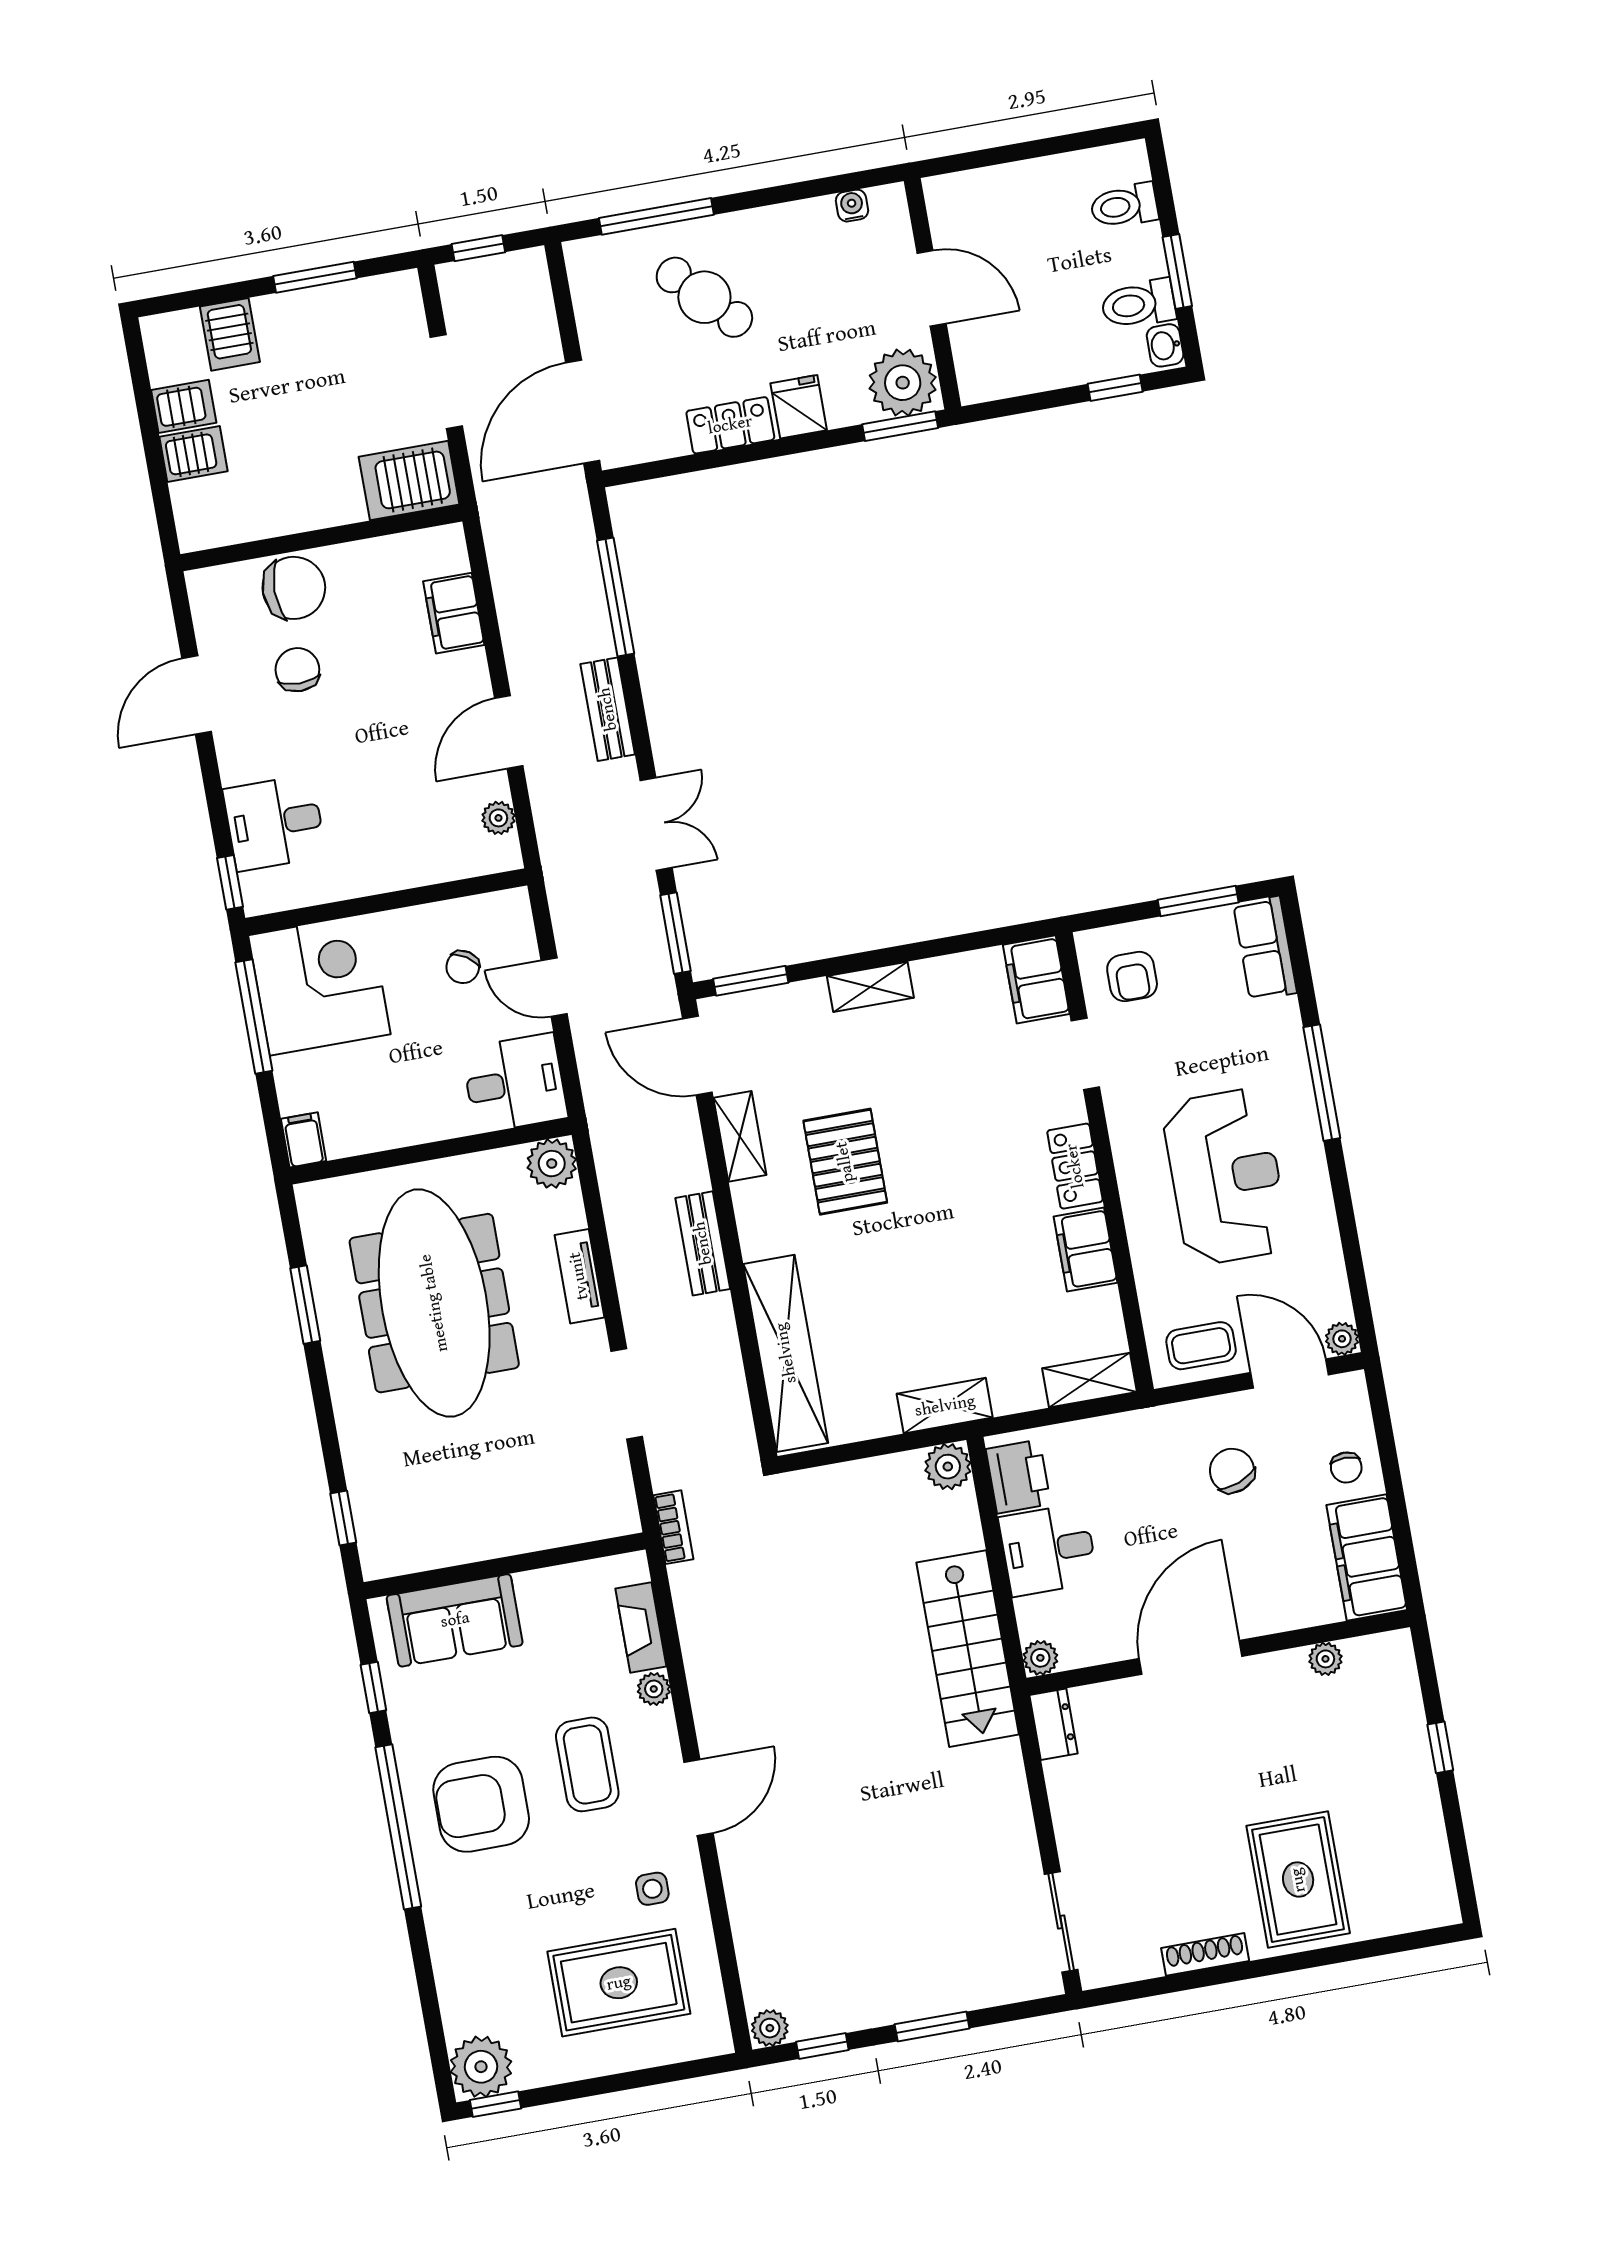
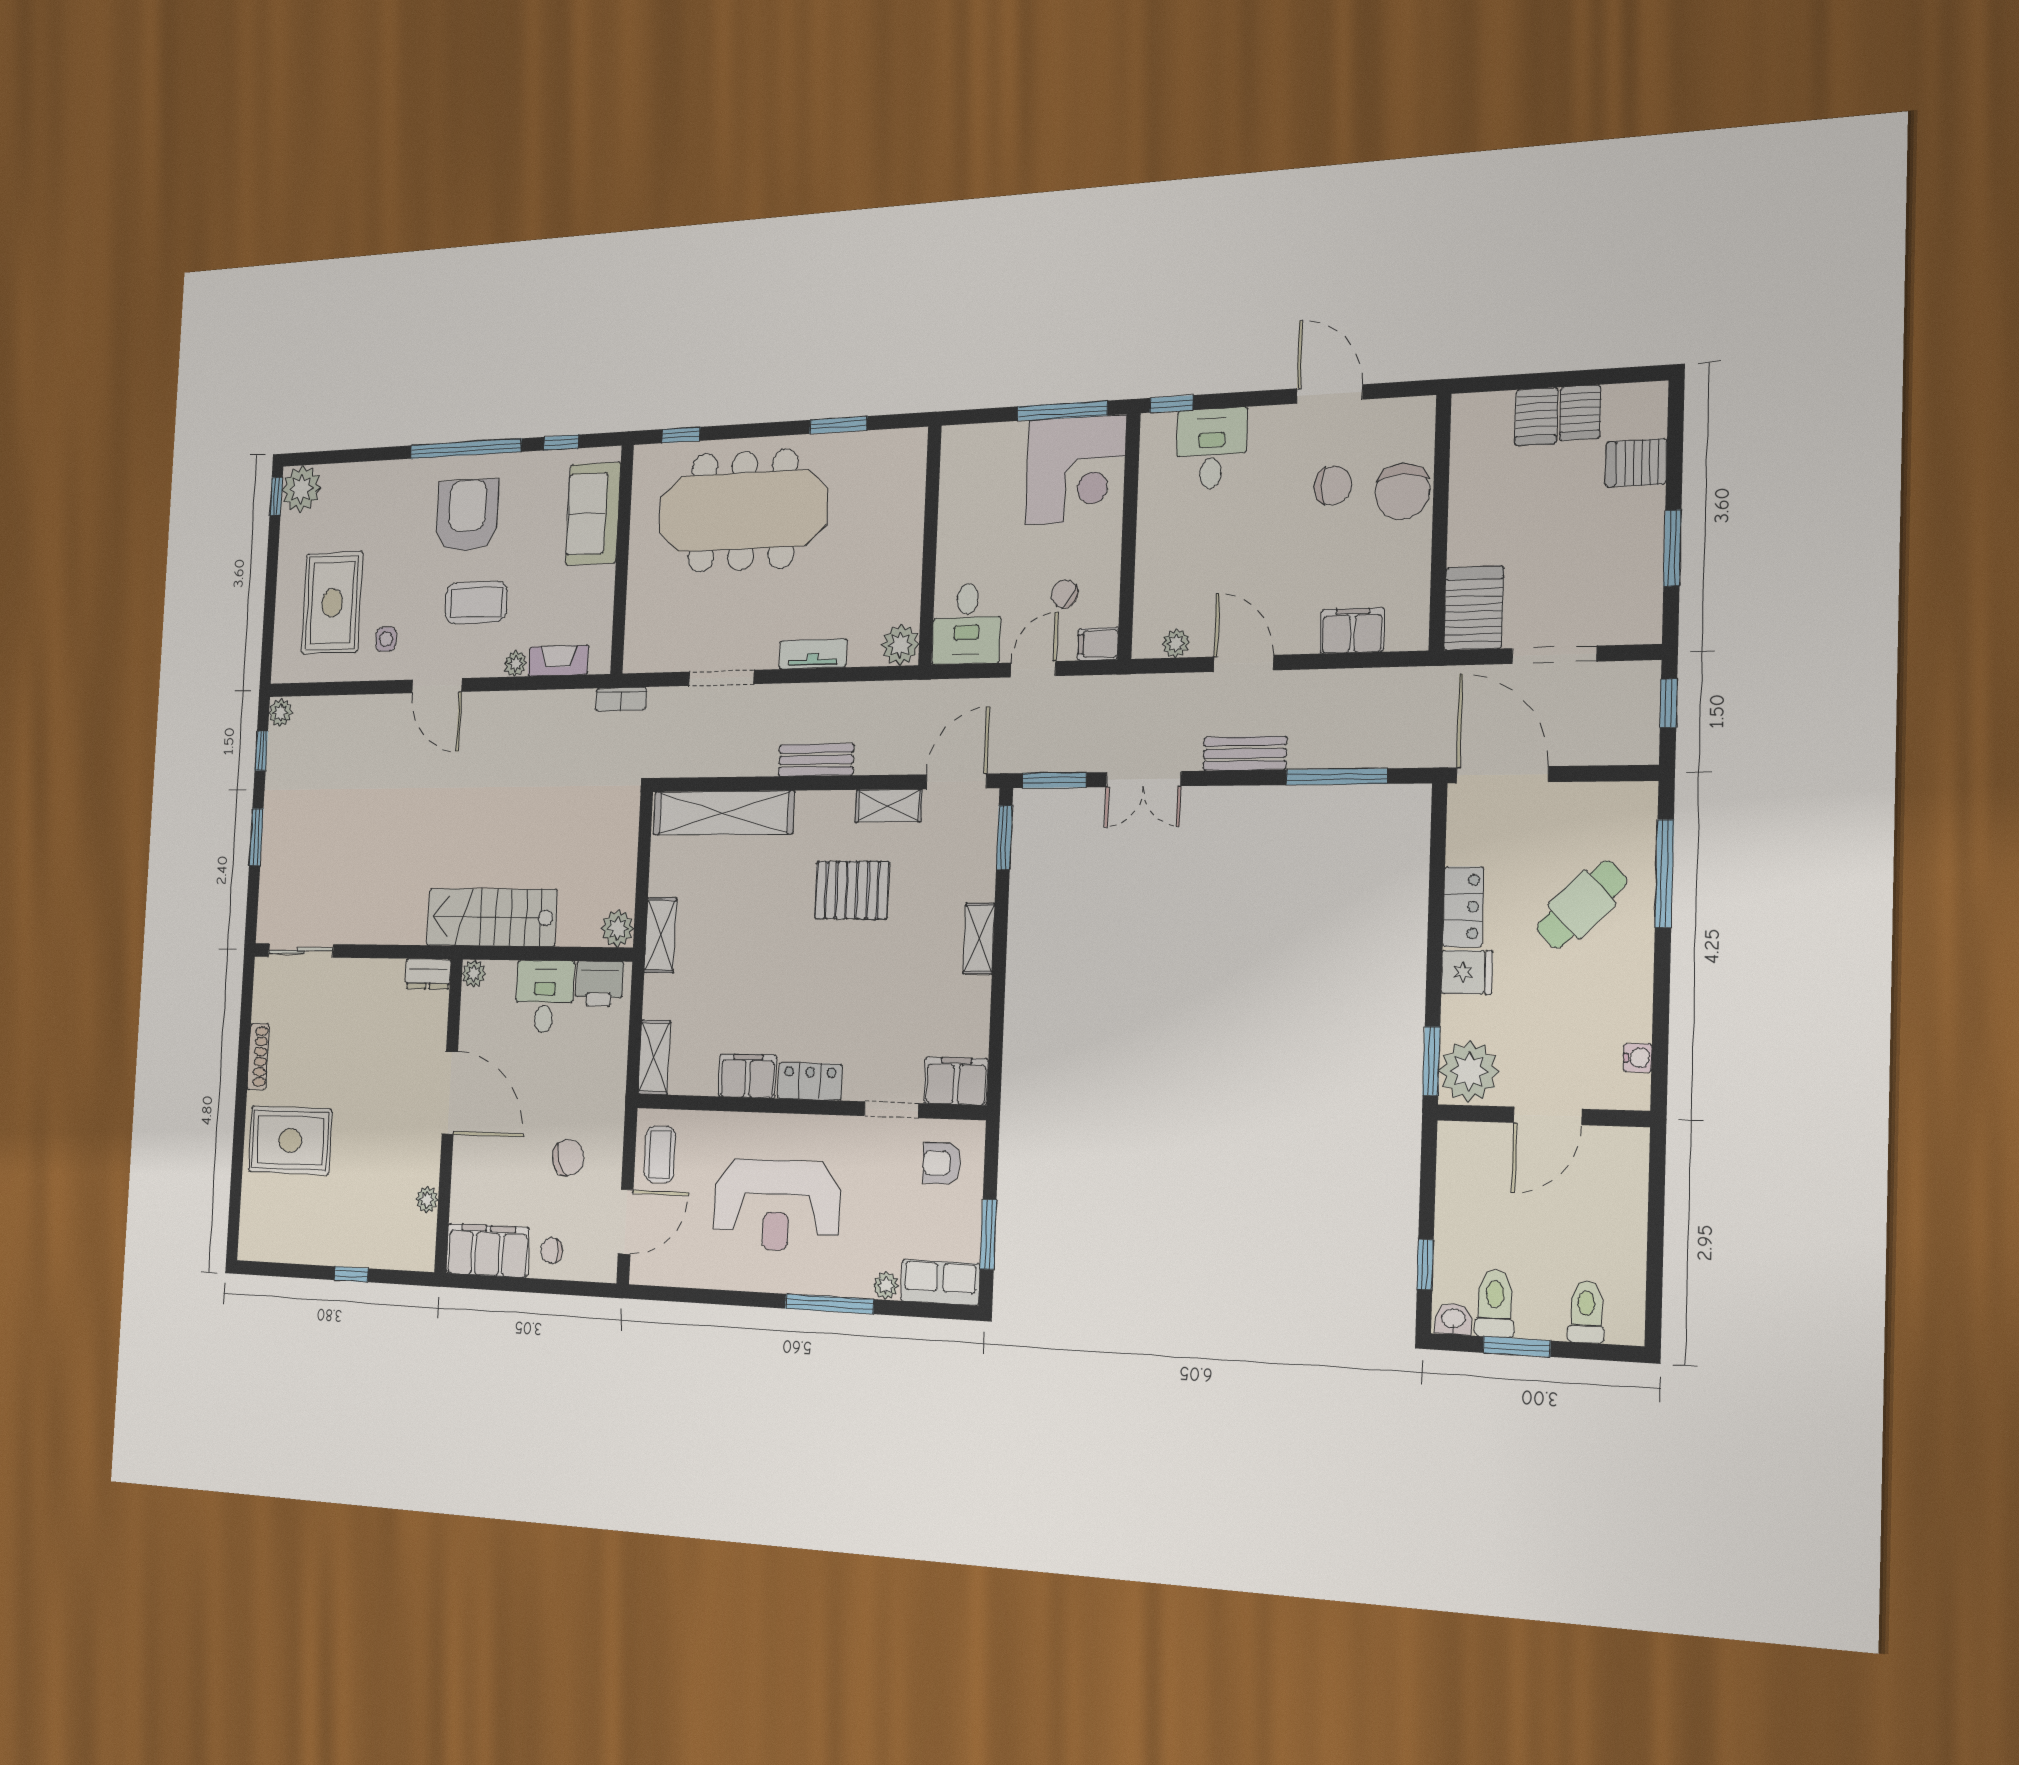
filing cabinet: (304, 1140) -> (1098, 644), moved, turned 180
meeting table: (434, 1303) -> (743, 511), moved
plant: (1342, 1339) -> (886, 1286), moved

